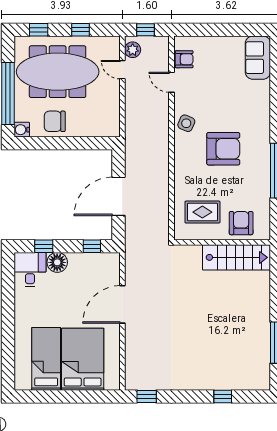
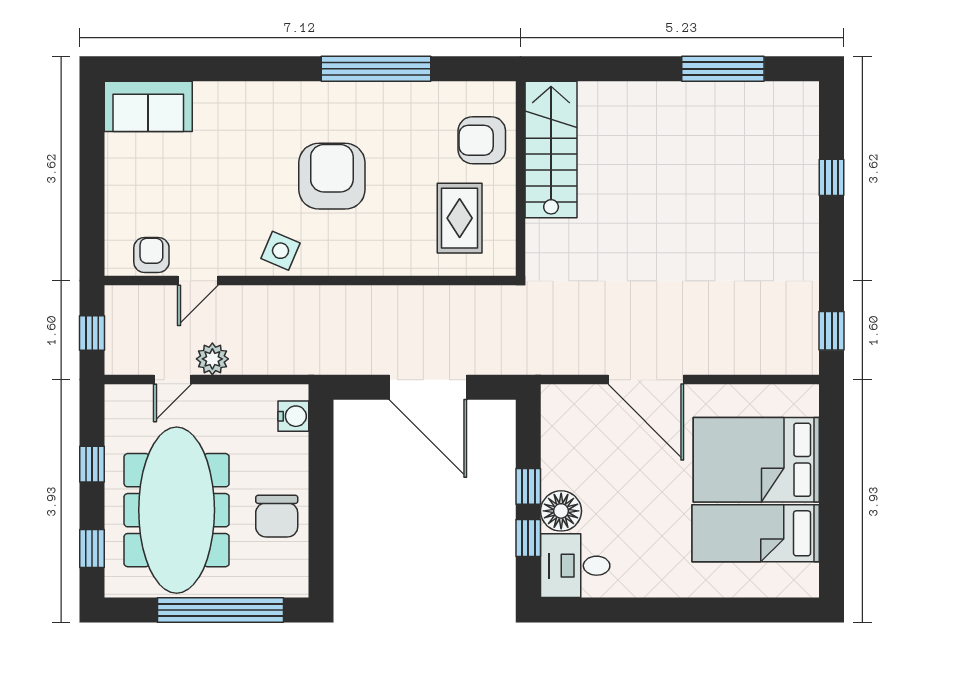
plant: (133, 50) -> (212, 359), moved
water cooler: (22, 130) -> (293, 416), moved, turned -90
window: (92, 246) -> (528, 486), moved

